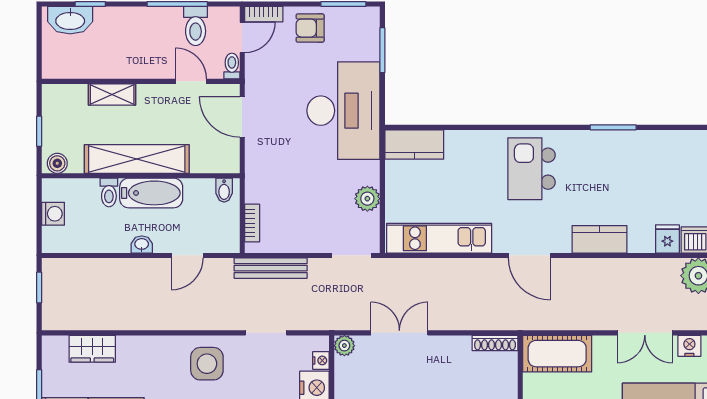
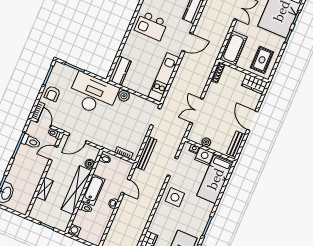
boiler: (57, 163) -> (90, 164), moved
plant: (367, 199) -> (124, 96), moved
washing machine: (53, 214) -> (74, 231), moved
plant: (344, 346) -> (206, 142), moved

